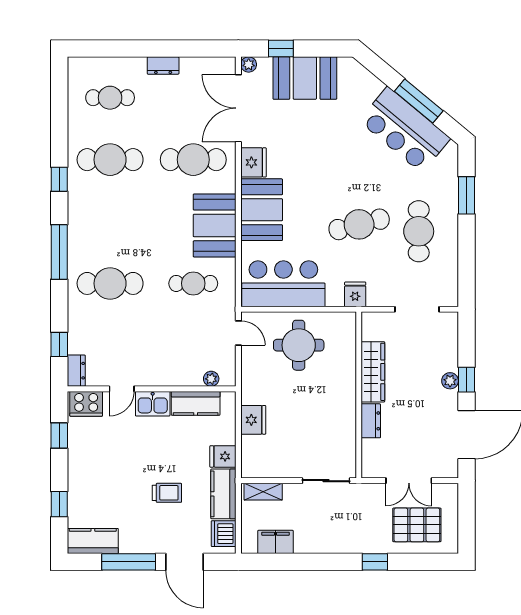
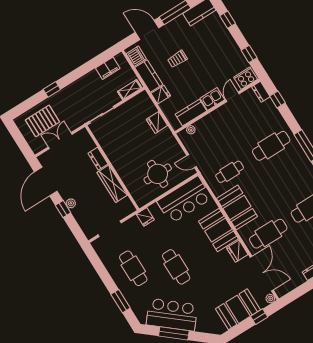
cafe table: (359, 224) -> (176, 267), moved, turned -76

